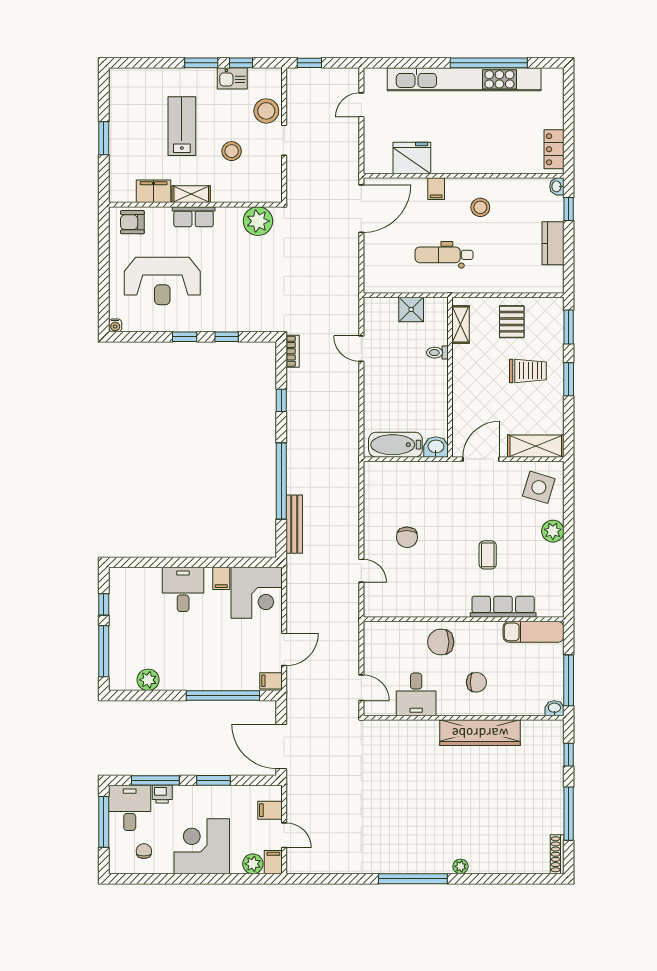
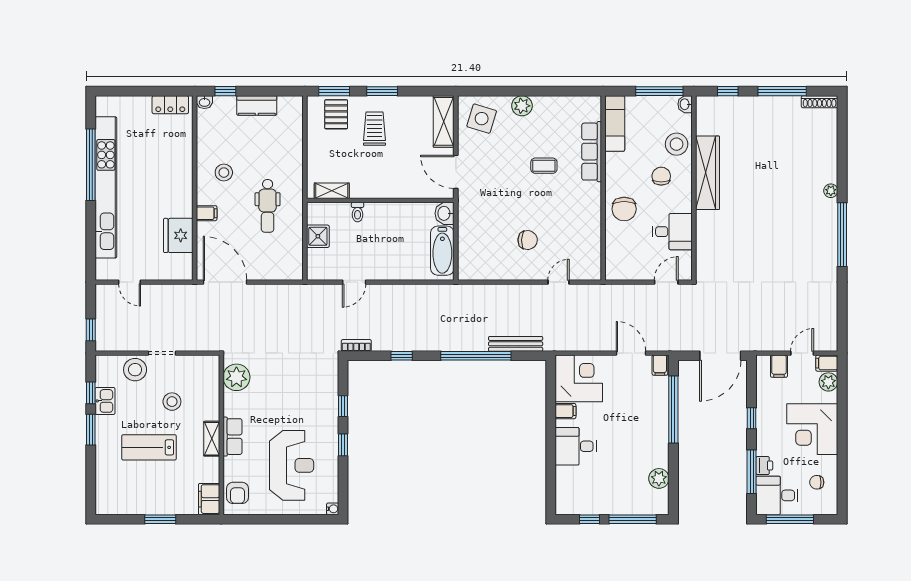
filing cabinet: (154, 191) -> (209, 499), moved
pallet: (512, 322) -> (336, 114), moved, turned 90
stool: (511, 699) -> (677, 144), added
window: (214, 780) -> (752, 418), width x0.67

